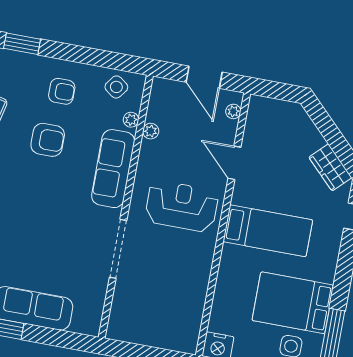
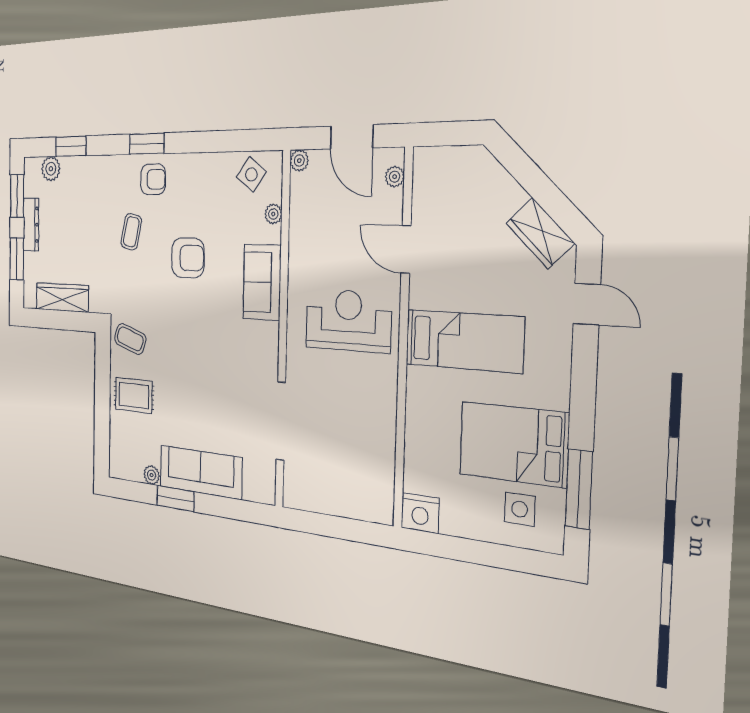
armchair: (62, 91) -> (153, 179), moved
plant: (151, 131) -> (299, 161), moved
sofa: (113, 169) -> (262, 282), width x0.73
doorway: (118, 249) -> (281, 421), moved

